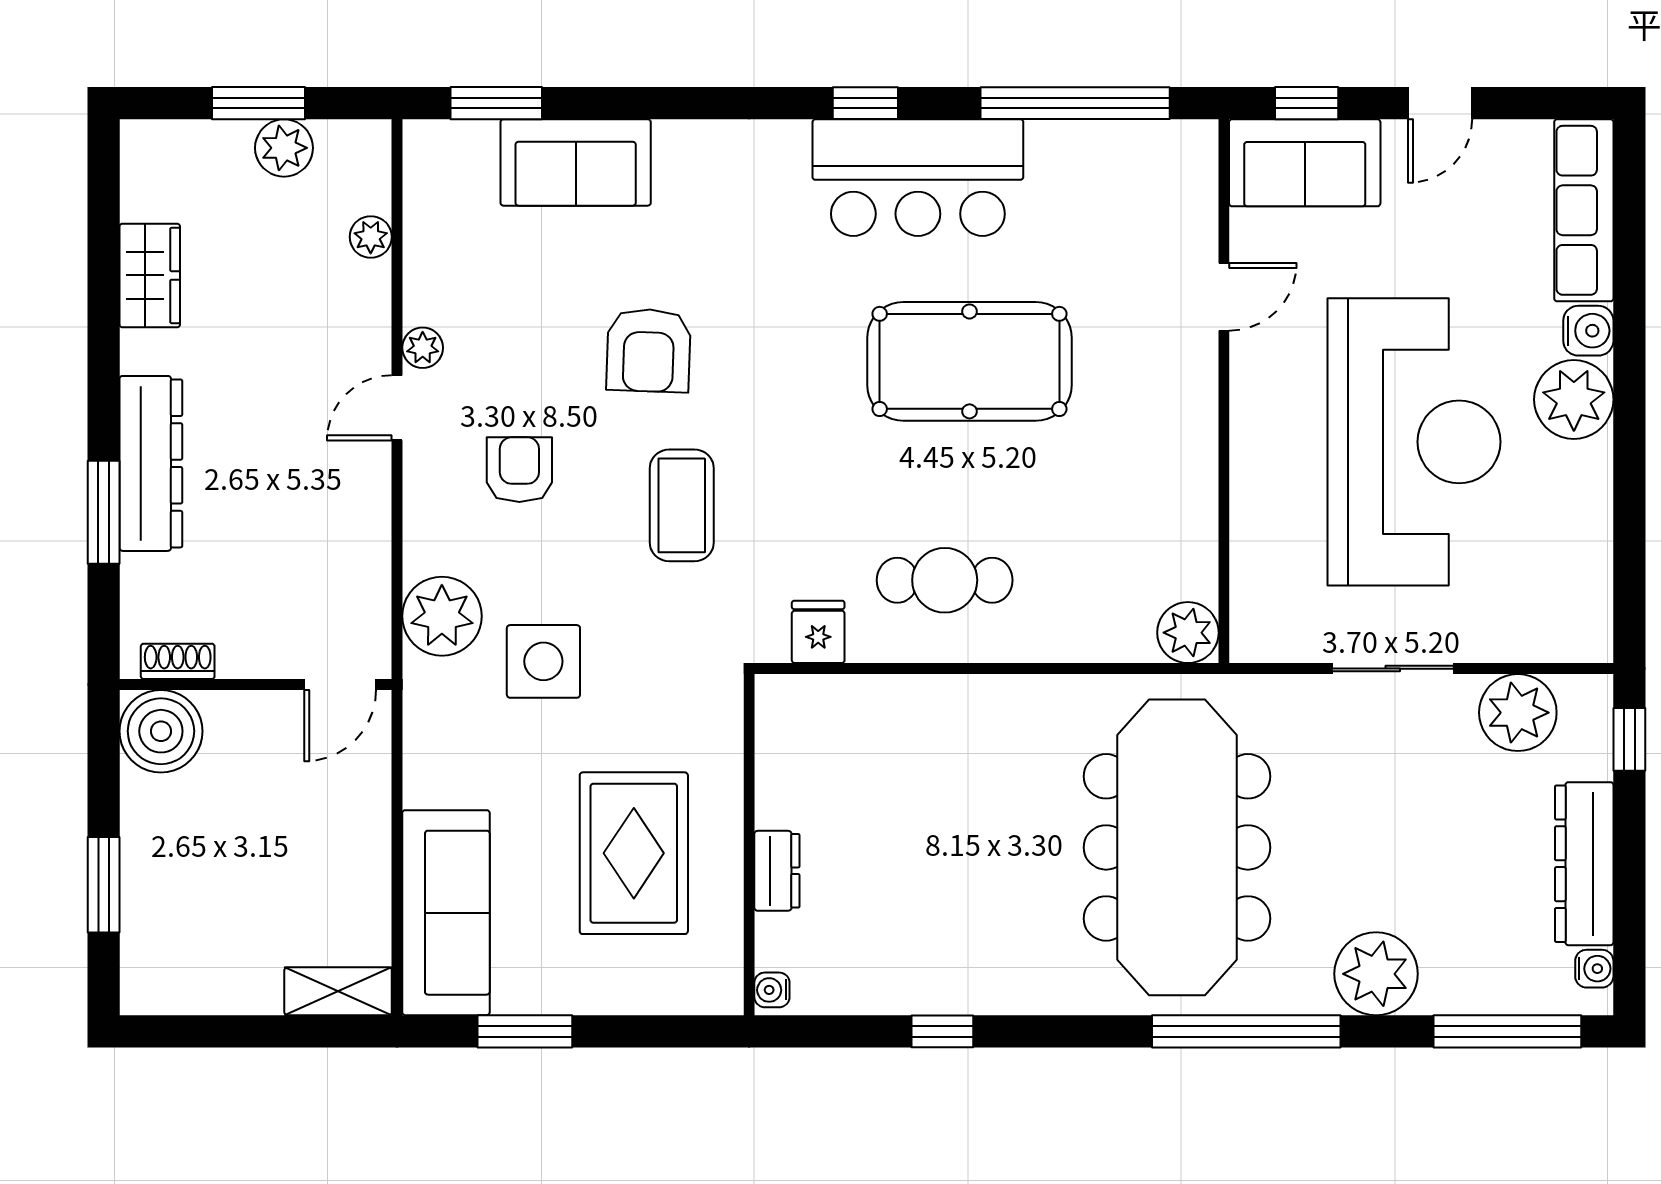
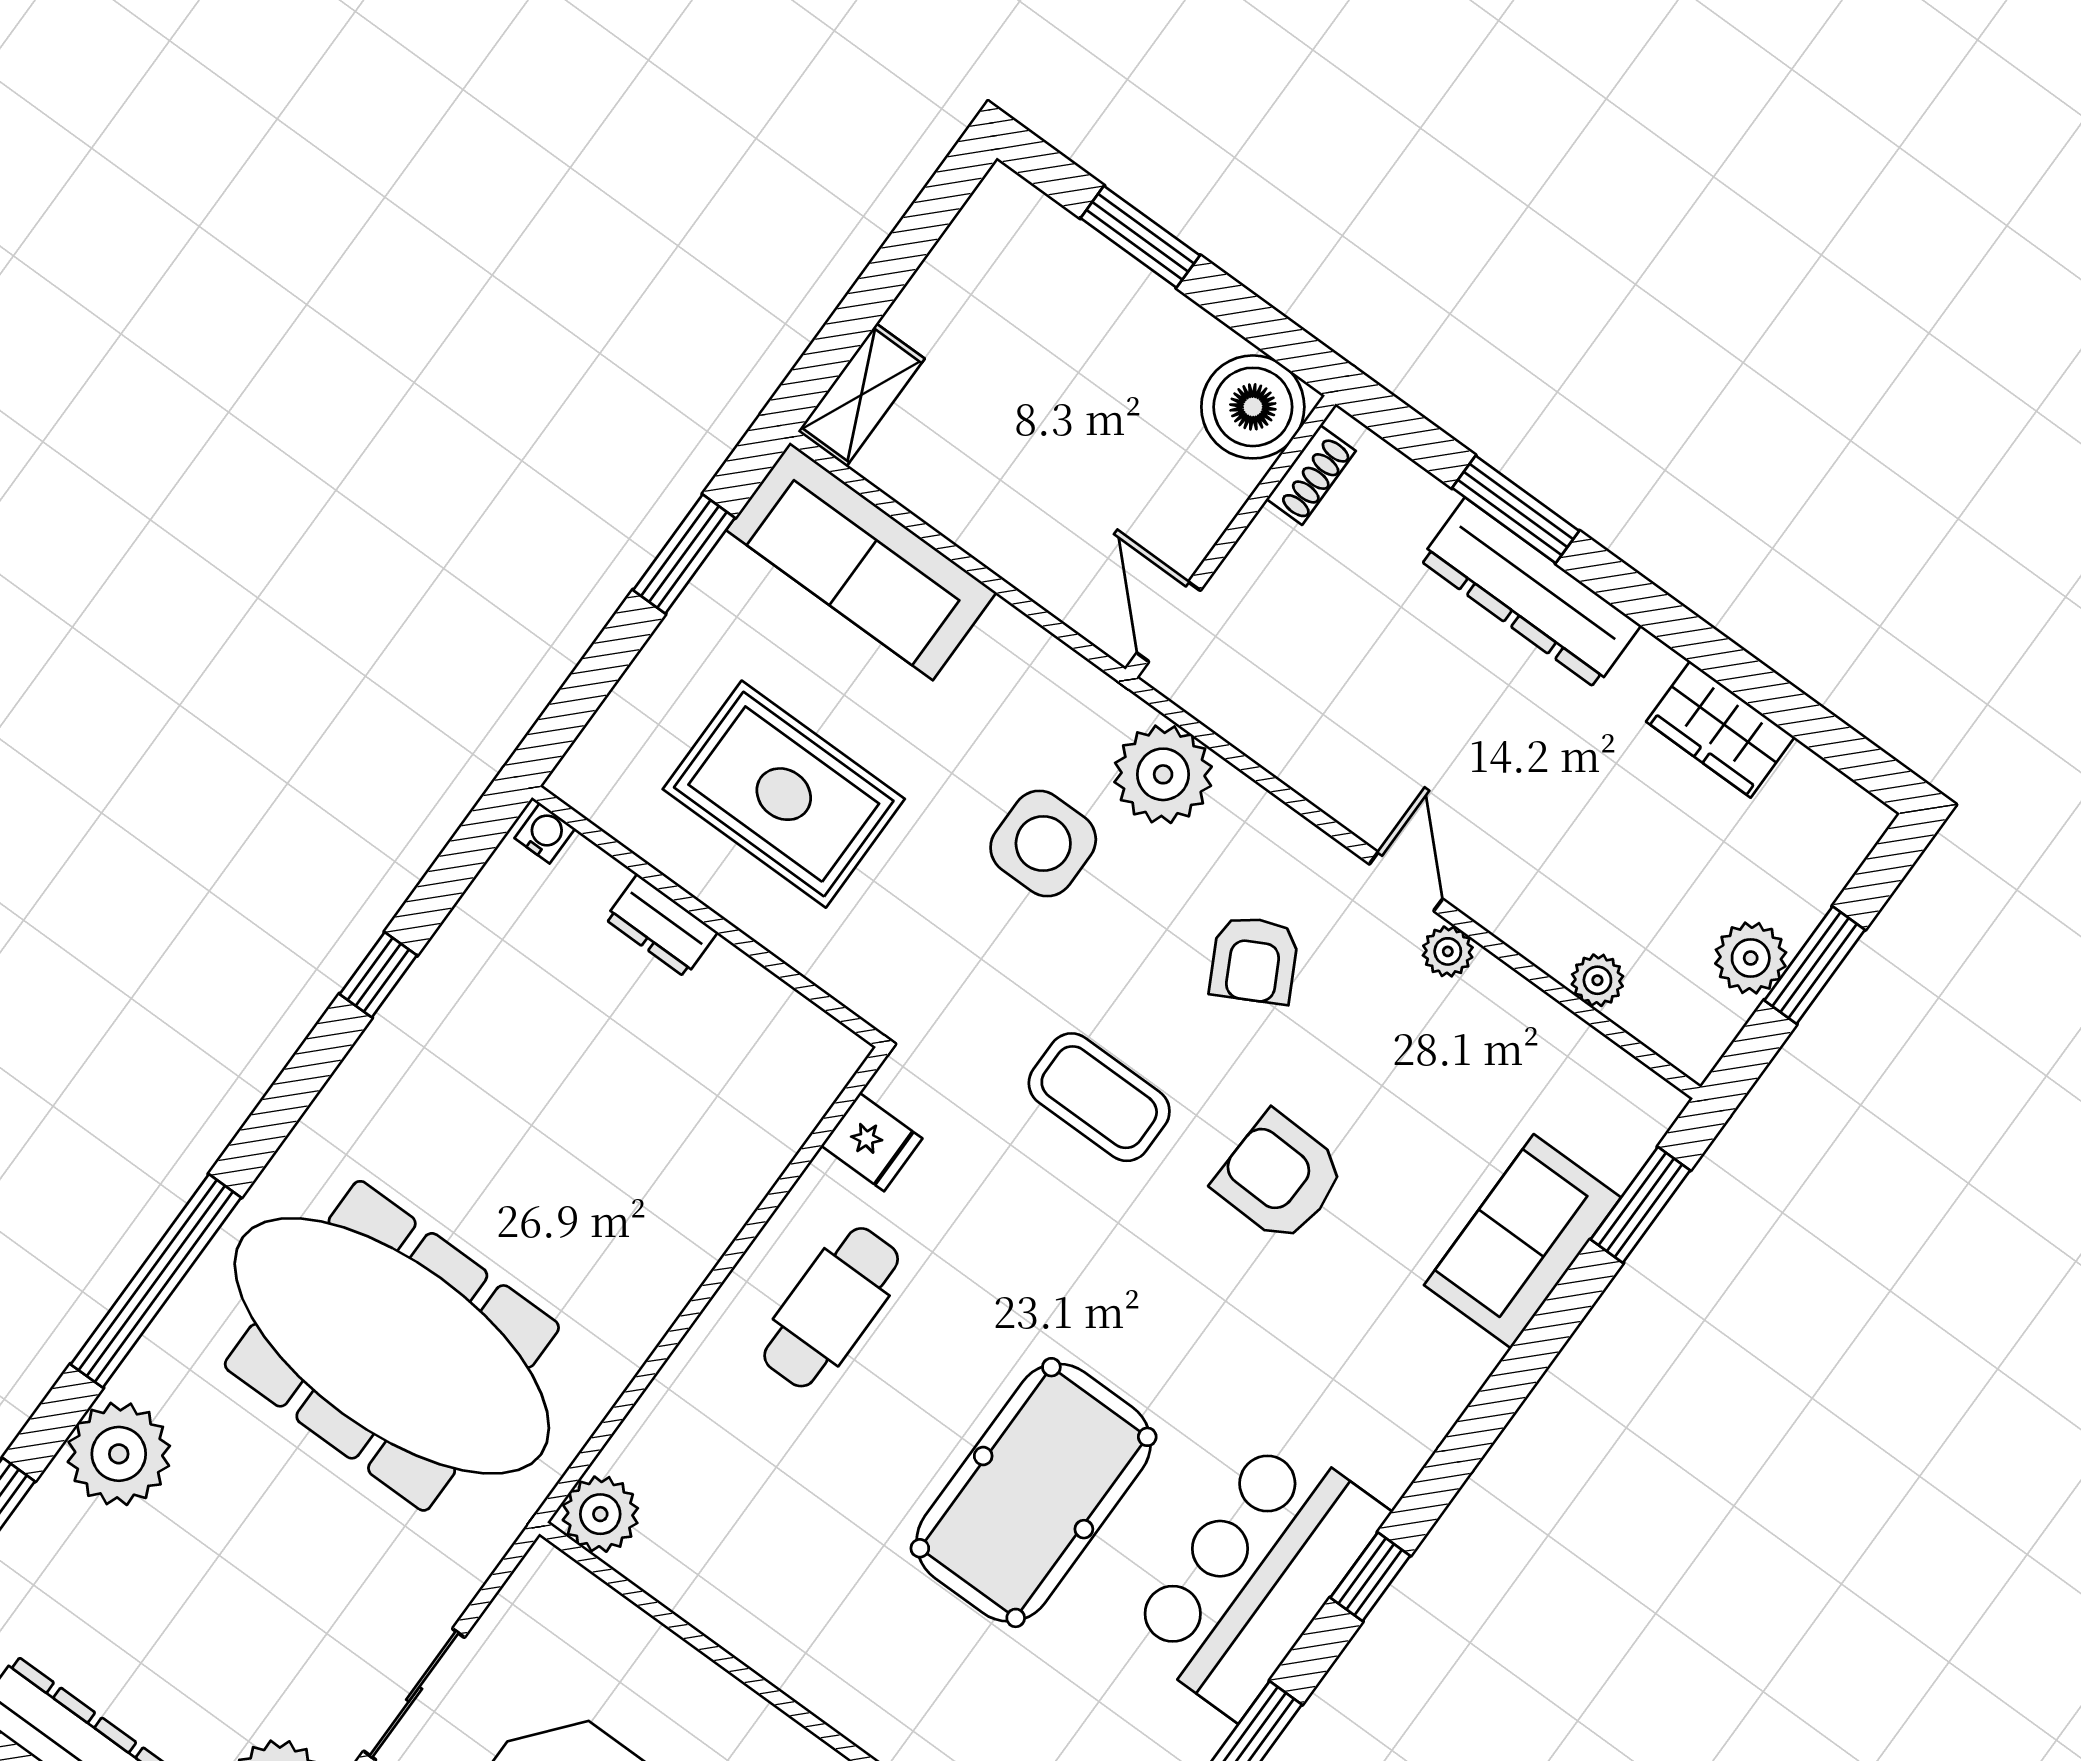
armchair: (519, 470) -> (1254, 960), turned 62

